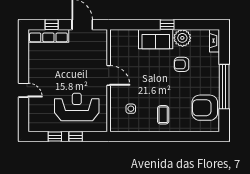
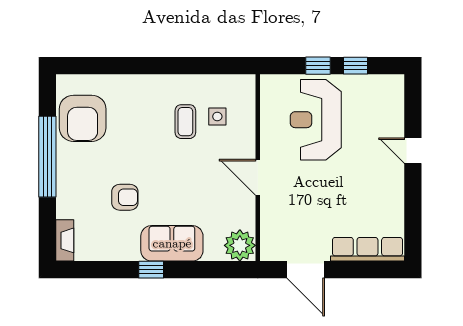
window: (52, 25) -> (362, 270), removed
plant: (182, 38) -> (240, 245), moved
reception desk: (77, 107) -> (316, 120), turned 90
armchair: (205, 108) -> (83, 118), turned 90
coffee table: (163, 115) -> (185, 122), moved

